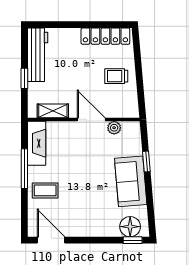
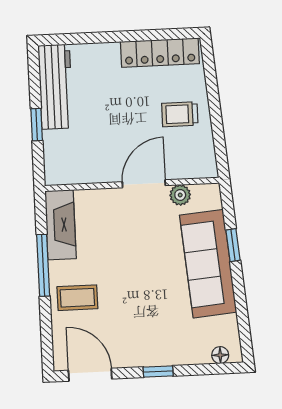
shelving: (53, 111) -> (83, 173), removed
door: (91, 119) -> (144, 184), hinge flipped
sofa: (131, 181) -> (208, 264), width x1.36
floor lamp: (130, 227) -> (220, 355), width x0.53, depth x0.53
window: (133, 240) -> (158, 372), moved

